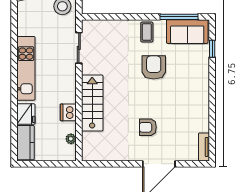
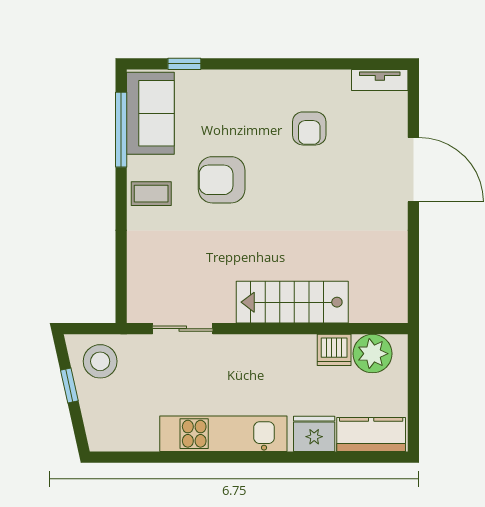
dishwasher: (68, 112) -> (334, 350), moved
armchair: (148, 127) -> (309, 128), moved
plant: (71, 139) -> (372, 354), width x1.88, depth x1.88

